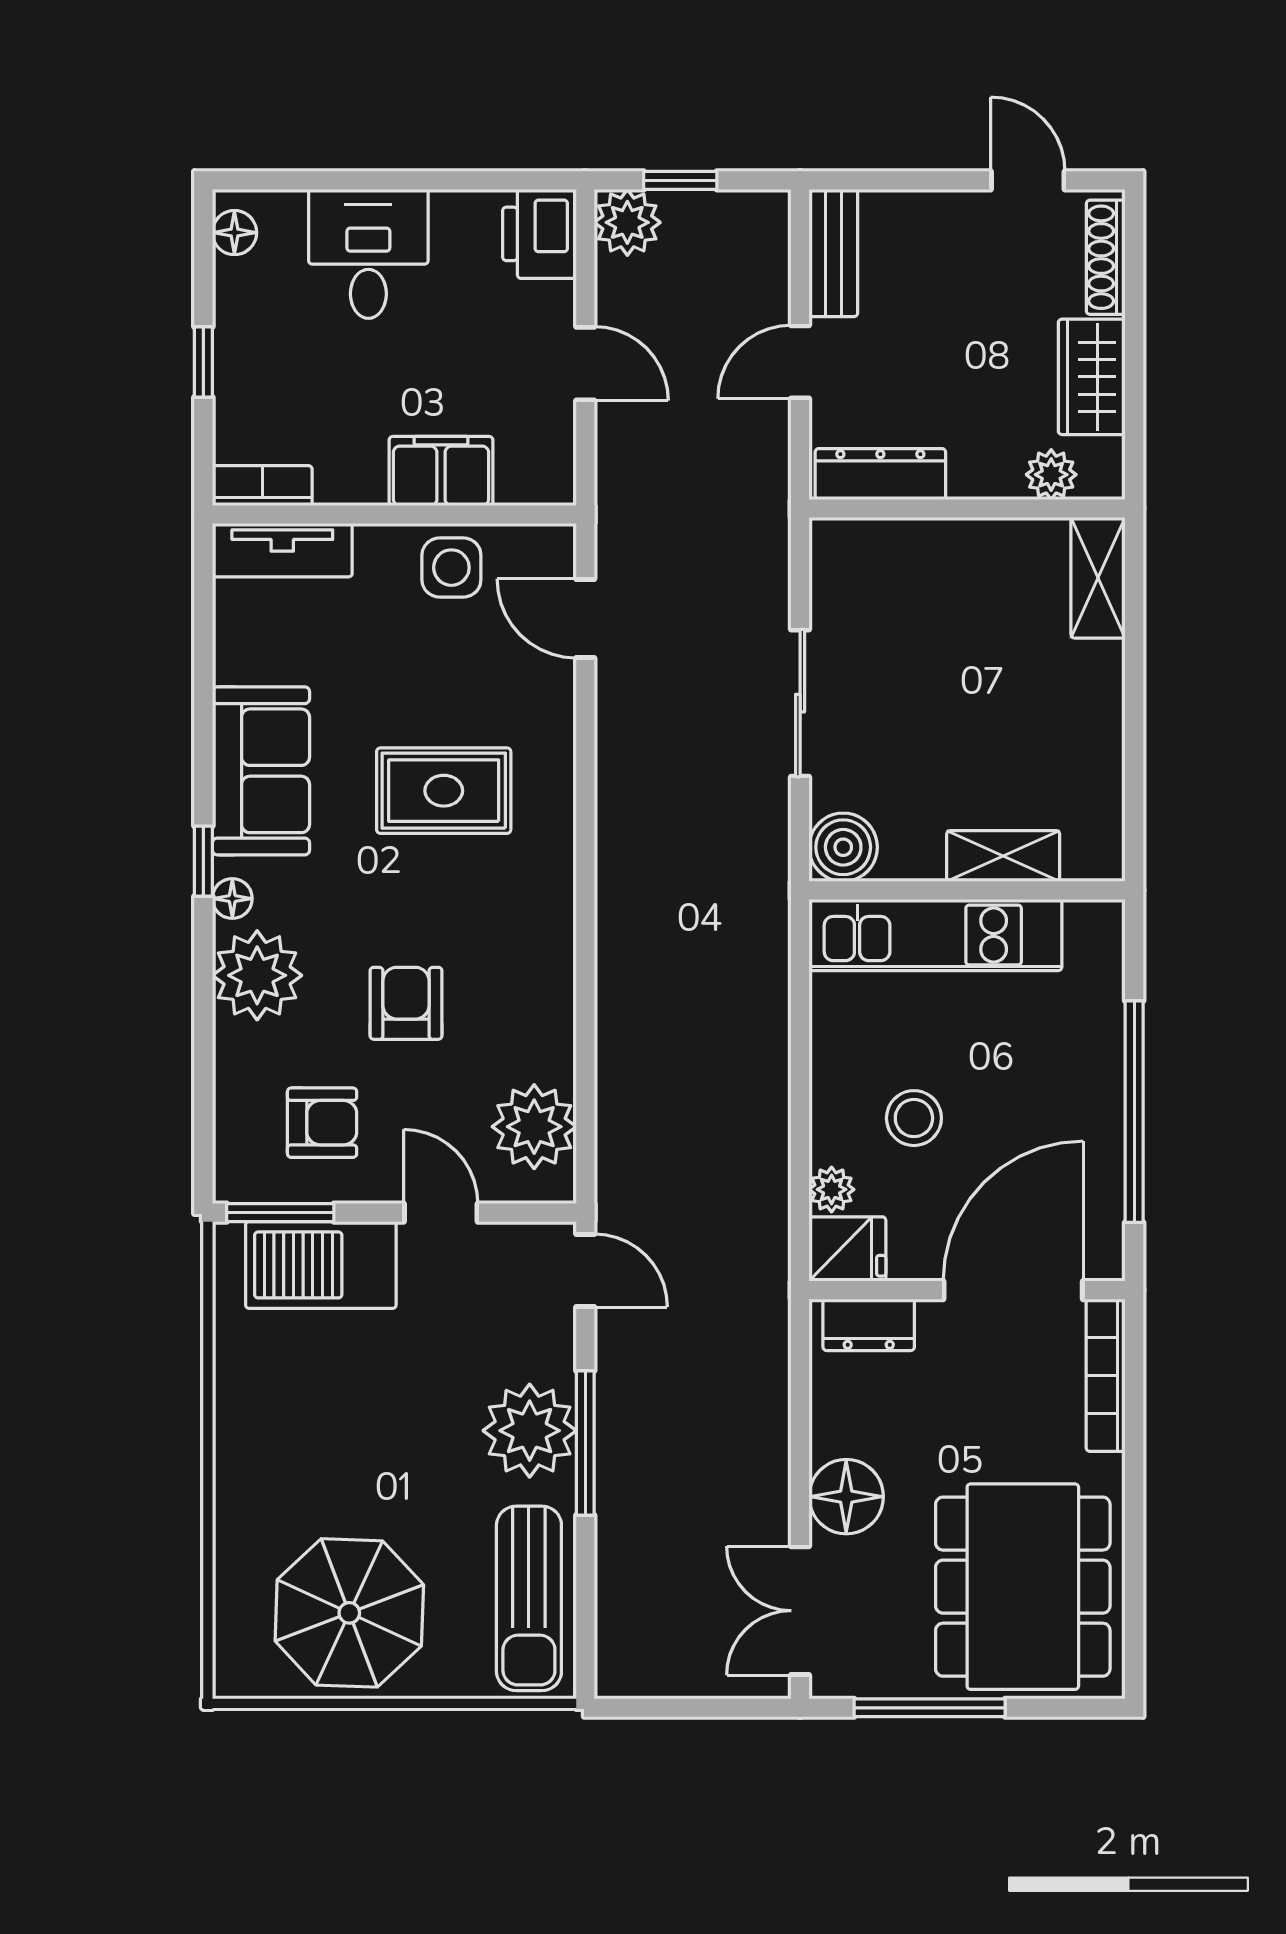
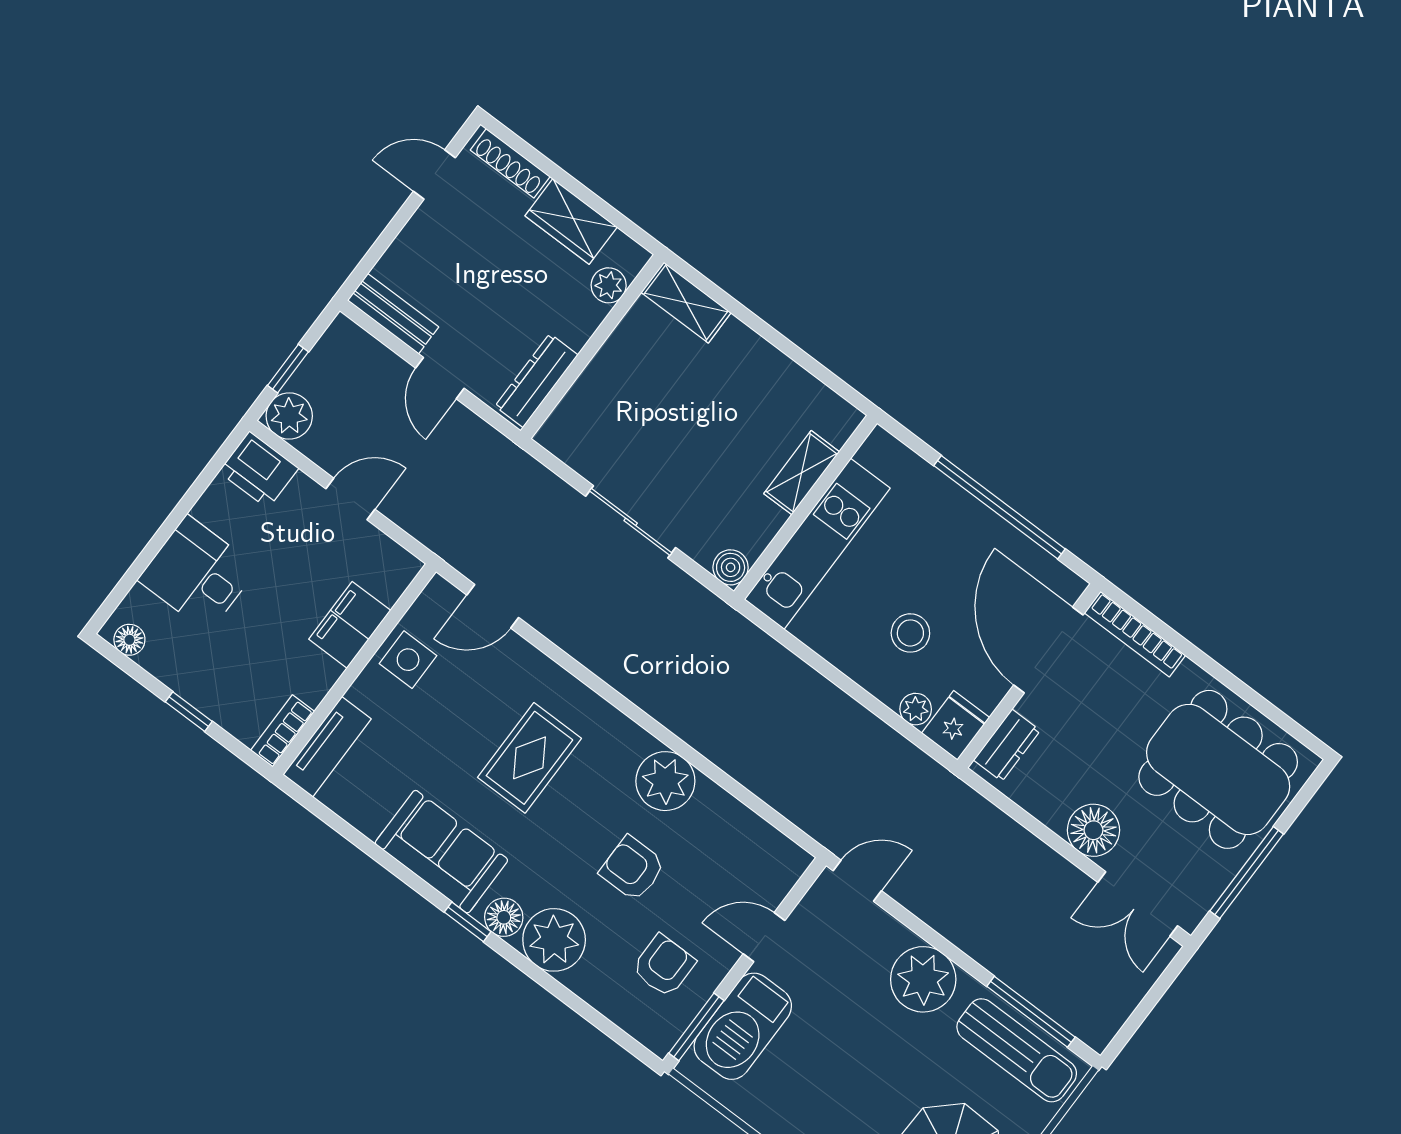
boiler: (843, 847) -> (731, 567), width x0.73, depth x0.73
floor lamp: (232, 899) -> (504, 917), width x1.37, depth x1.37
plant: (534, 1127) -> (665, 781), moved
window: (585, 1443) -> (1031, 1012), moved

